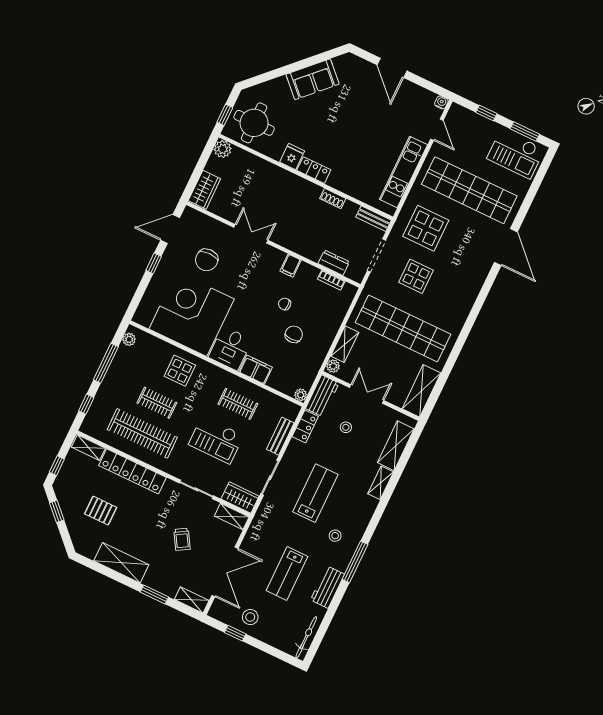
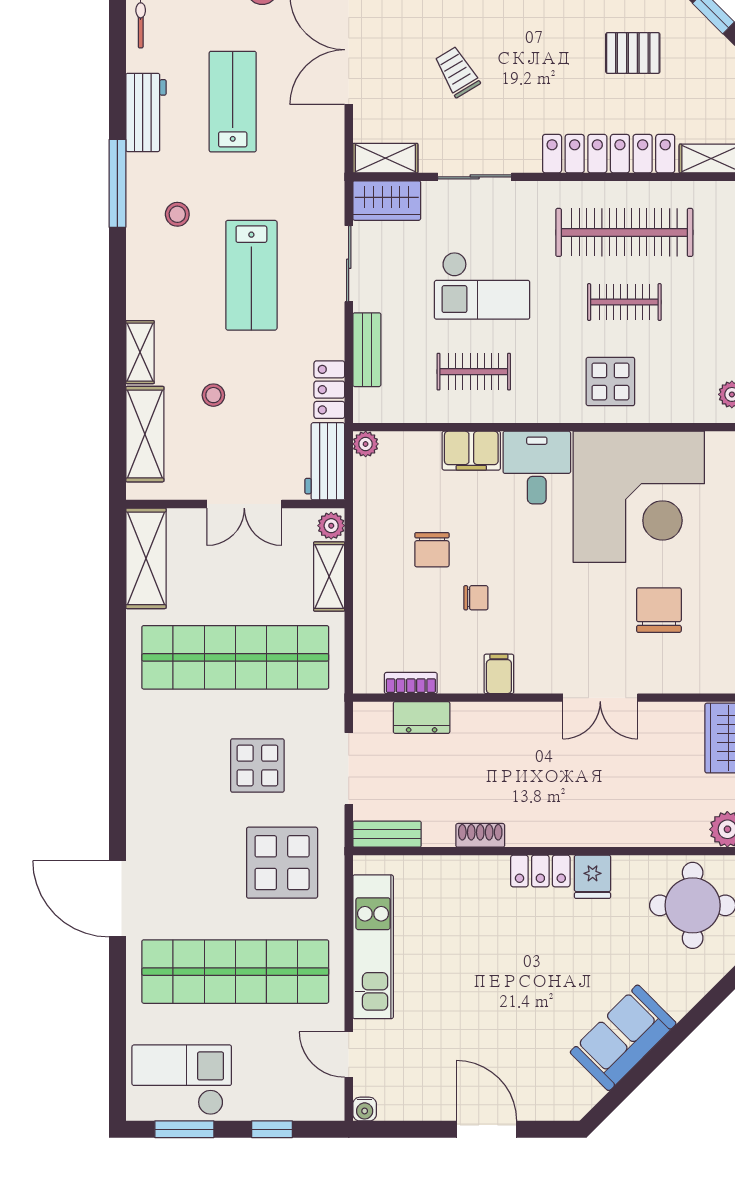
stool: (346, 427) -> (213, 395), moved
checkout: (216, 440) -> (482, 286), turned 180

